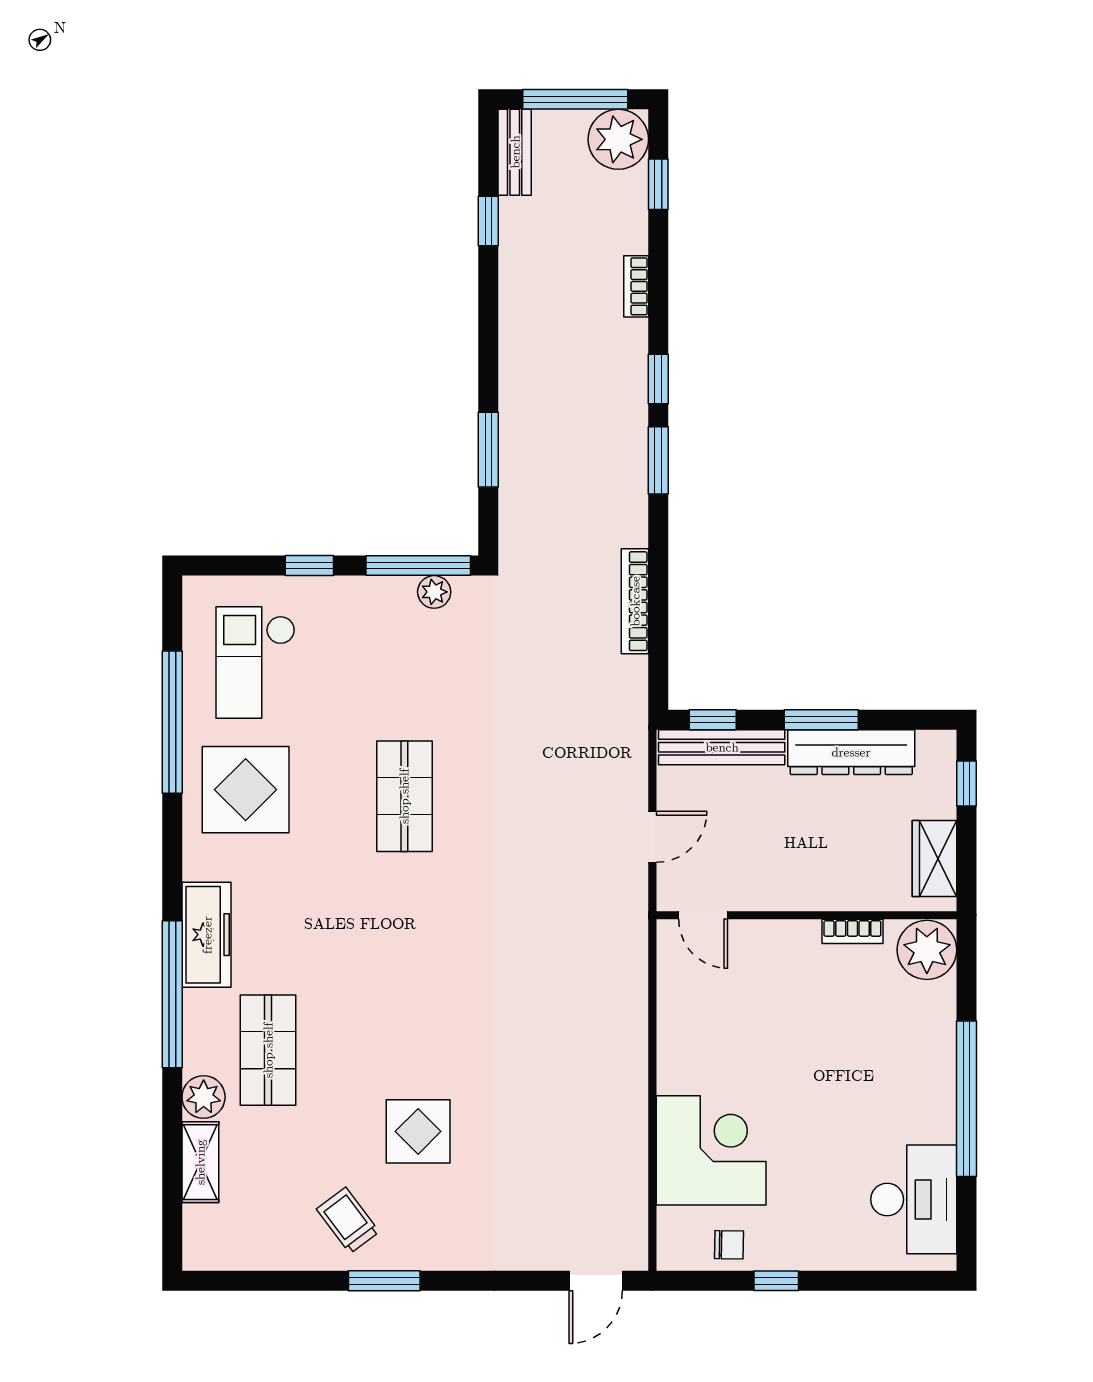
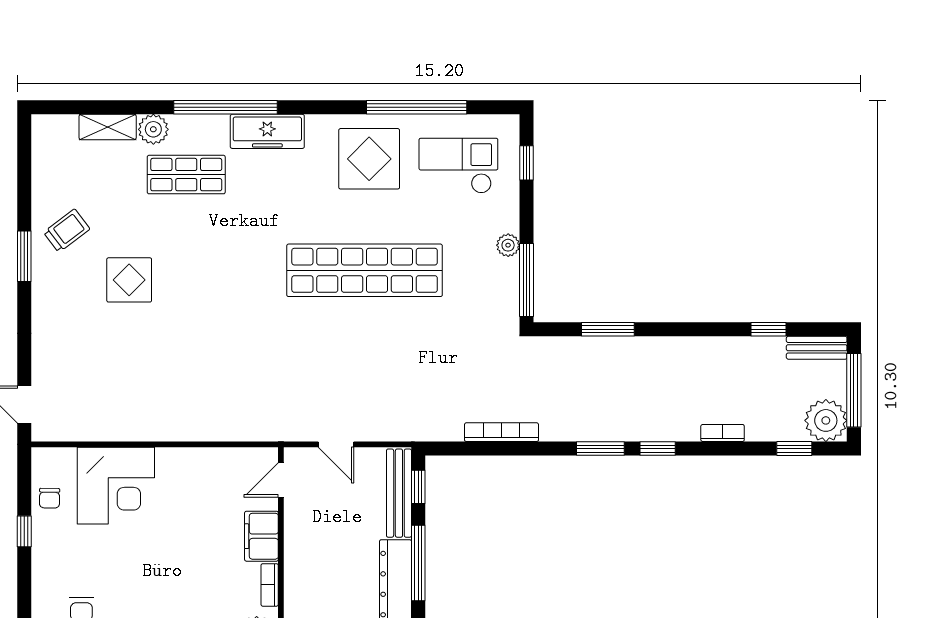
window: (309, 566) -> (526, 163), moved
plant: (434, 592) -> (508, 245), moved
window: (821, 720) -> (418, 563), width x1.44
shop shelf: (404, 796) -> (365, 270), width x2.00, depth x1.36
filing cabinet: (783, 943) -> (261, 536), added

